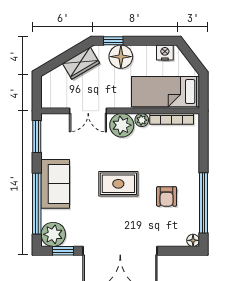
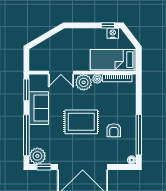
window: (113, 41) -> (108, 25), moved
floor lamp: (121, 57) -> (83, 36), removed
wardrobe: (81, 63) -> (56, 41), removed
sofa: (55, 184) -> (39, 108), moved
rug: (118, 184) -> (81, 122), width x1.36, depth x1.43

